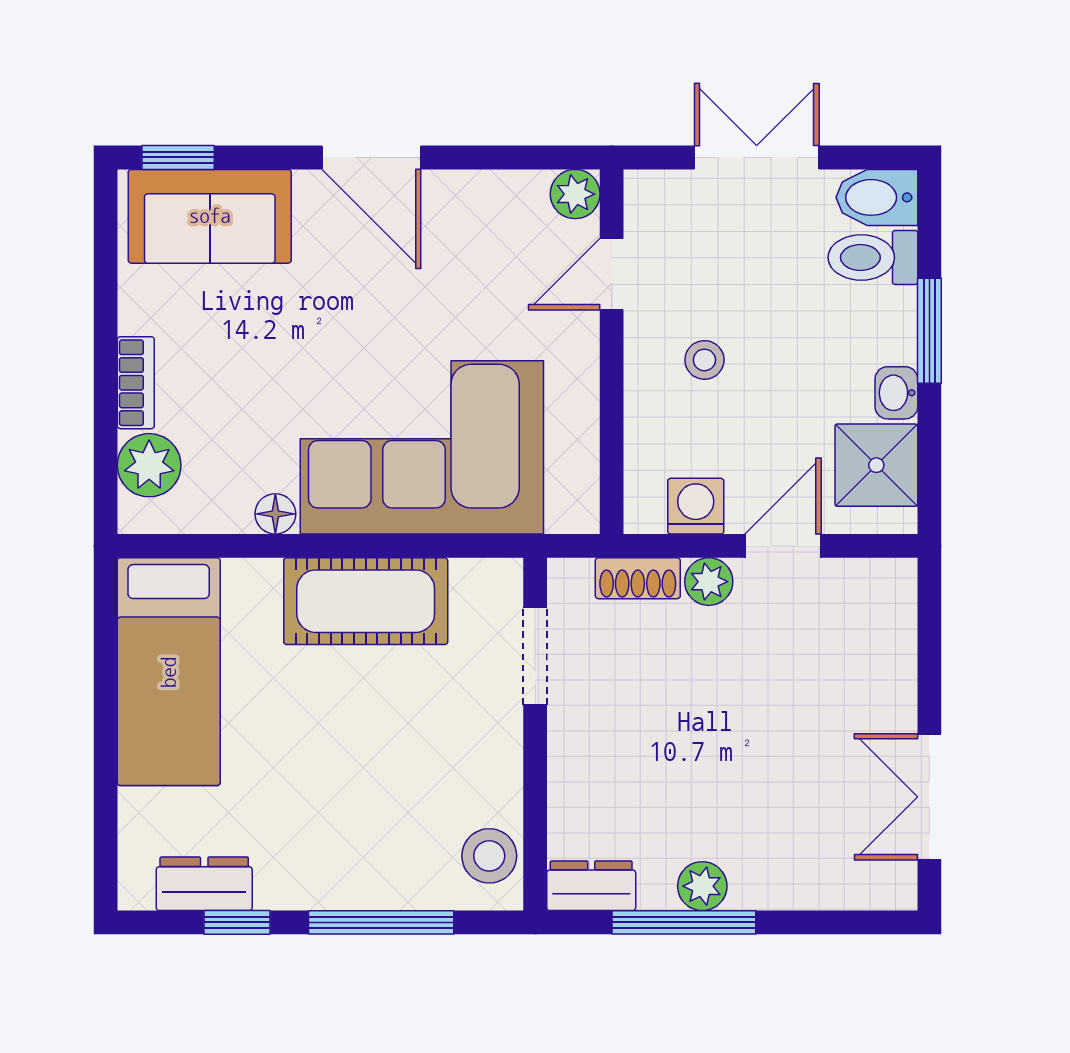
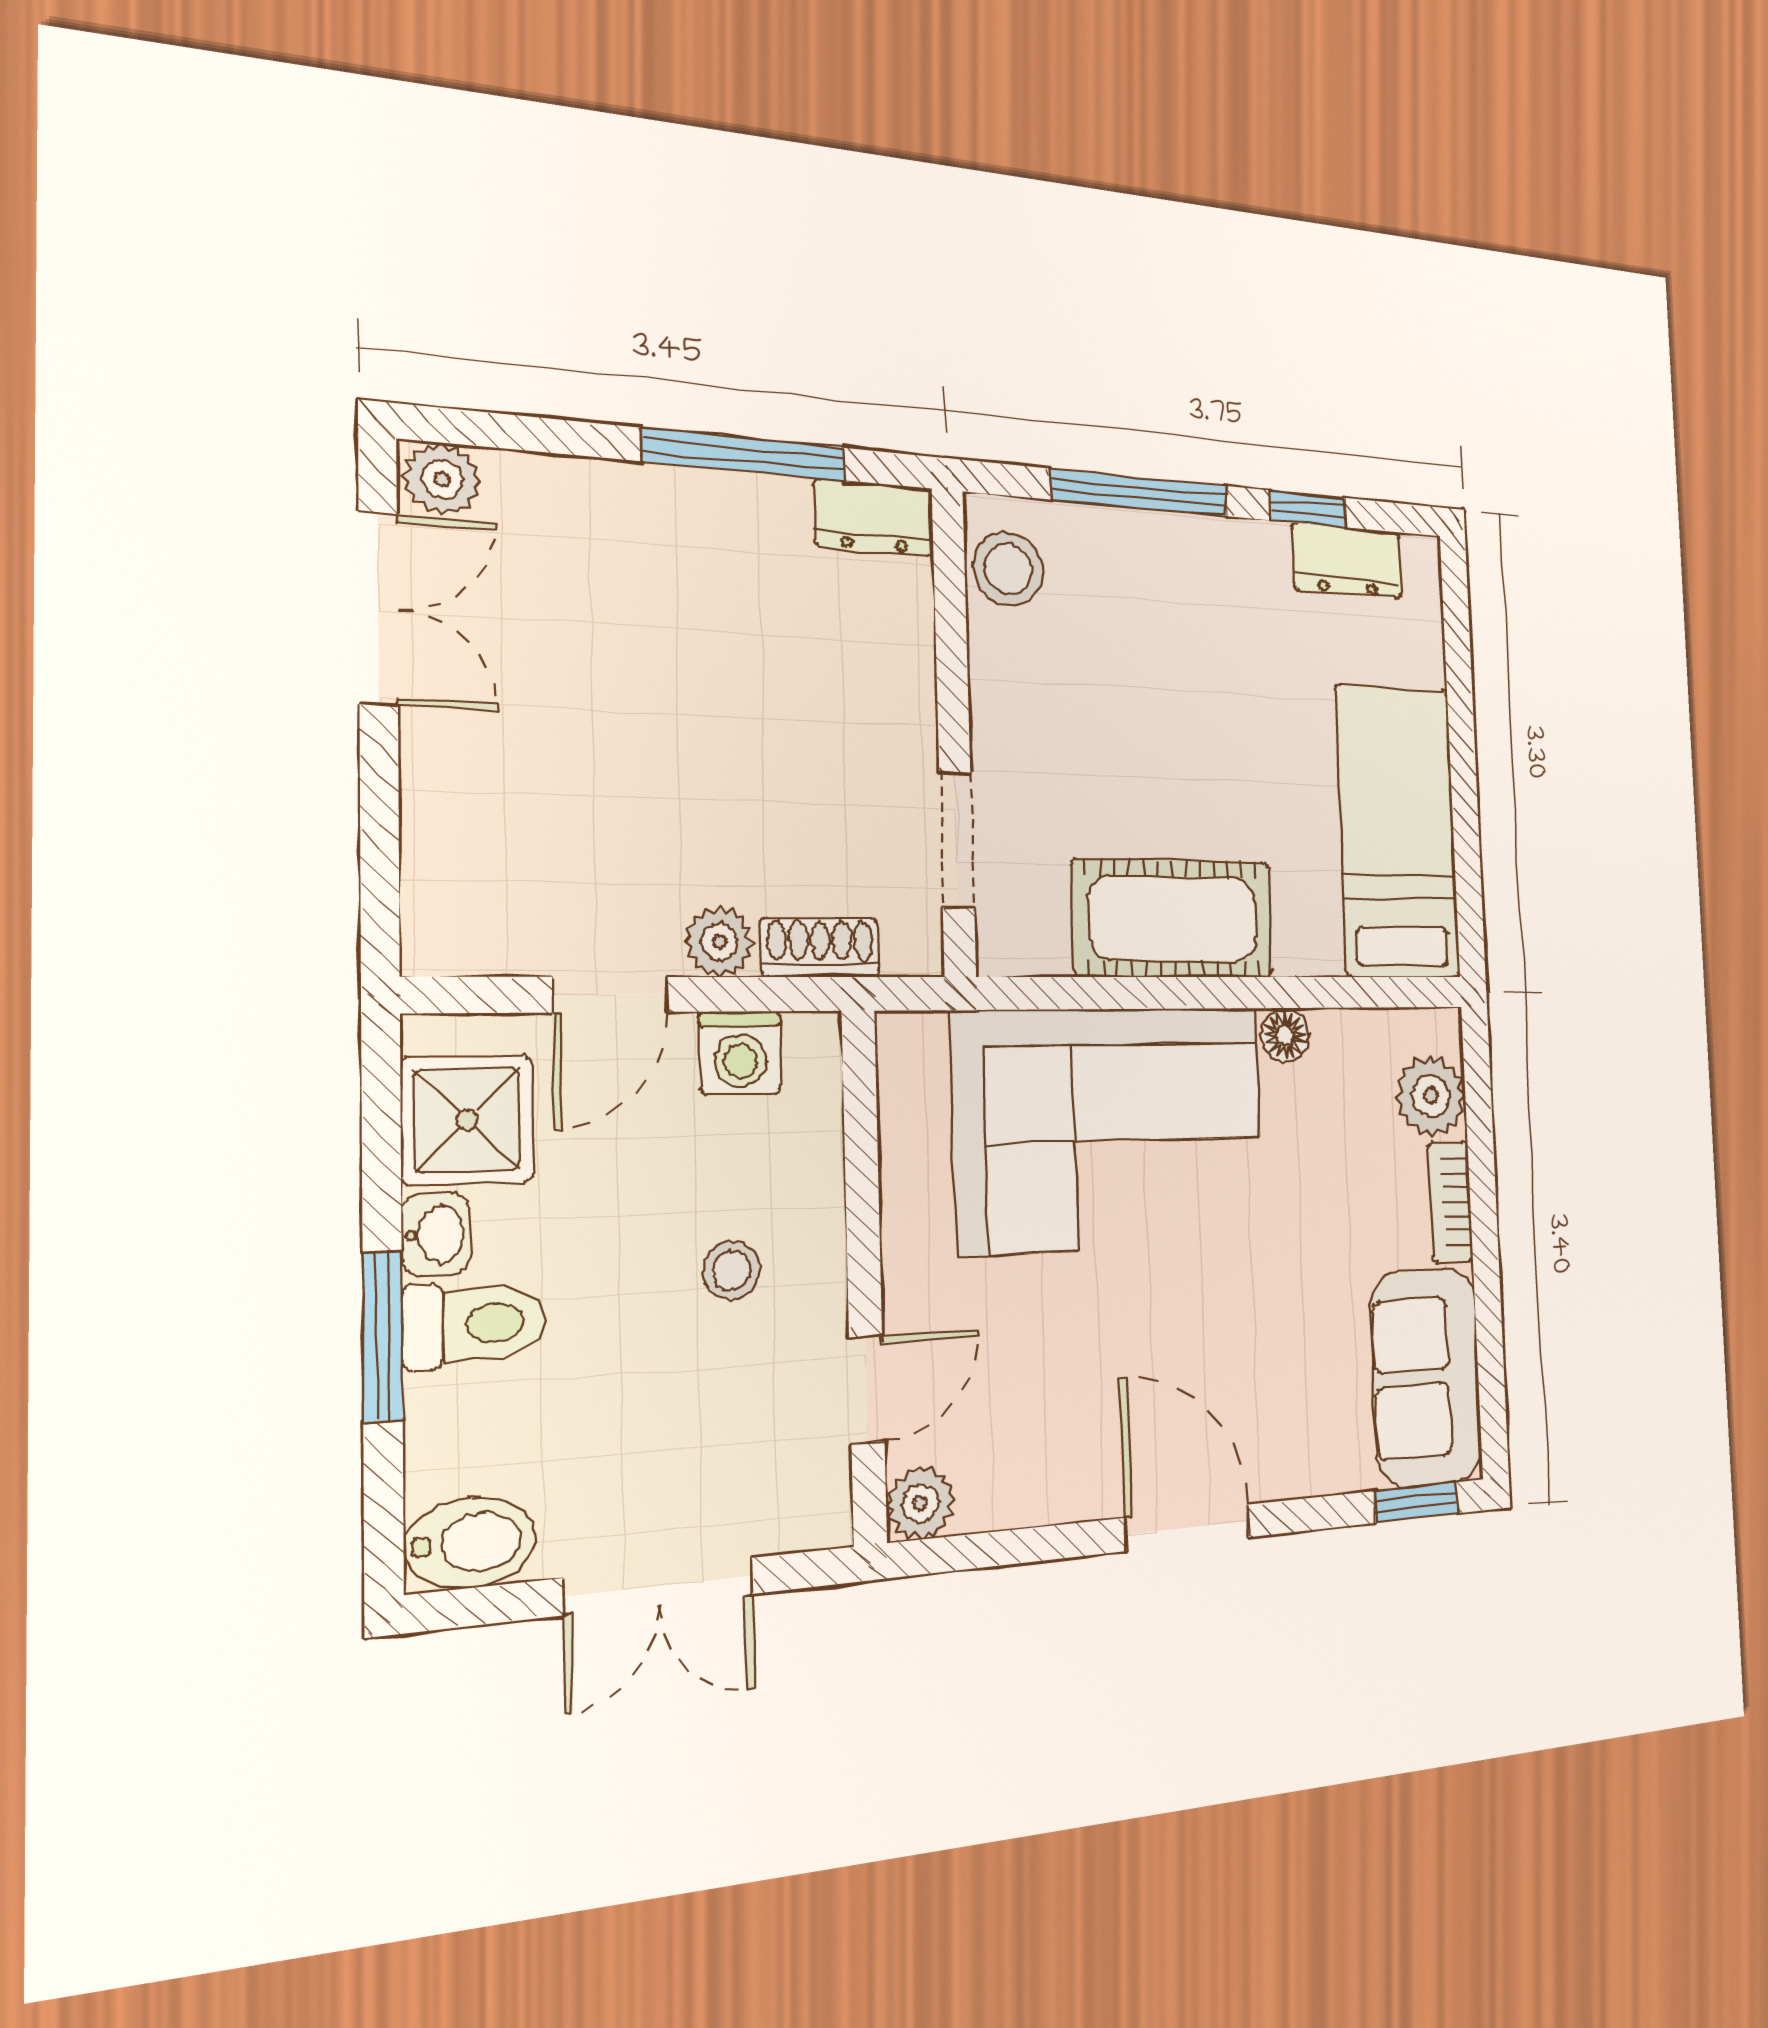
sofa: (210, 216) -> (1426, 1377), moved, turned -90
toilet: (873, 258) -> (475, 1324), moved
plant: (702, 886) -> (442, 479), moved

